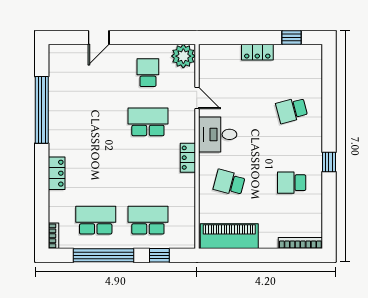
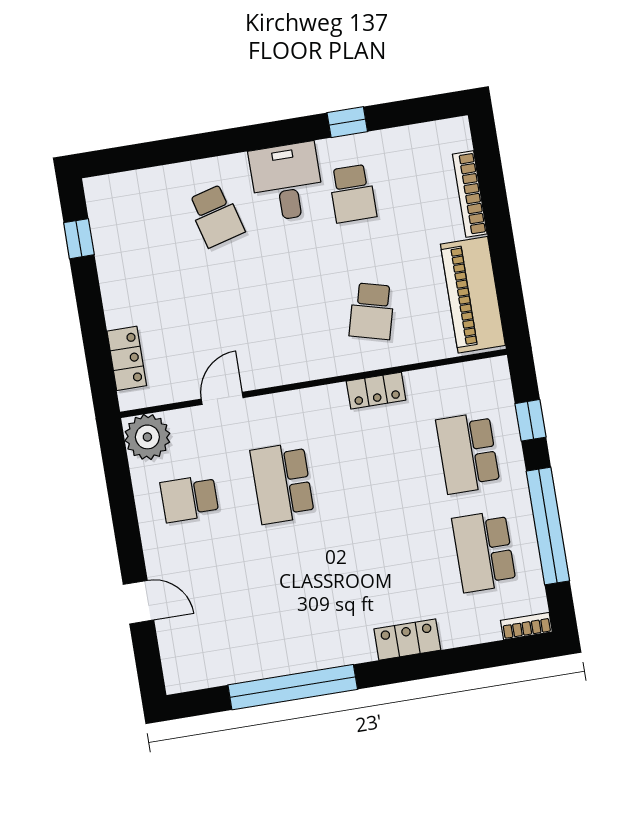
locker: (257, 52) -> (127, 358), moved
desk: (218, 134) -> (287, 182), moved, turned 180
locker: (188, 158) -> (376, 391), moved
window: (329, 162) -> (347, 122), moved
bookcase: (300, 243) -> (470, 194), moved

